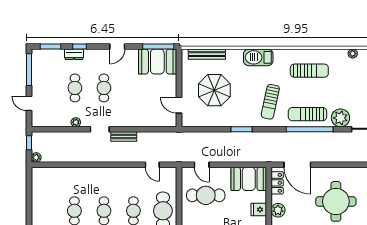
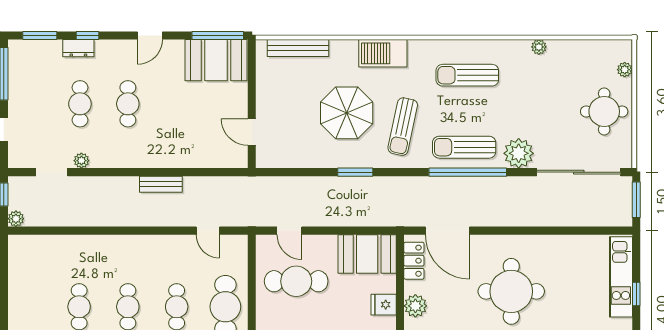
sun lounger: (309, 71) -> (467, 75), turned 180
parasol: (214, 90) -> (347, 113), moved
doorway: (100, 129) -> (52, 172), moved

